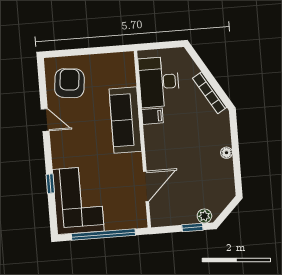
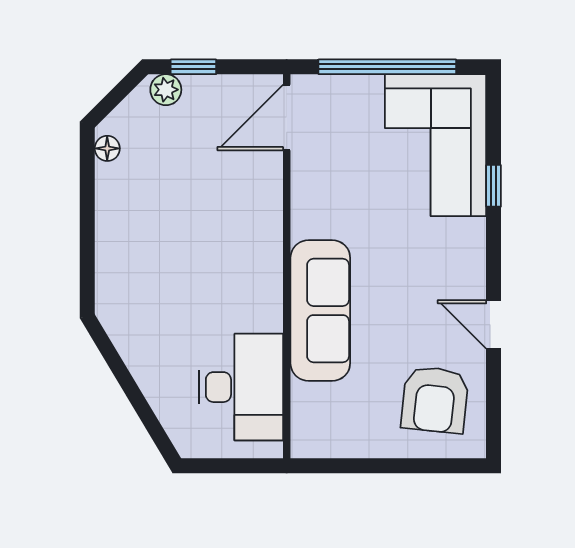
bookcase: (210, 93) -> (133, 355), removed
filing cabinet: (152, 116) -> (261, 314), removed
floor lamp: (226, 153) -> (107, 148), moved
door: (146, 186) -> (287, 117), moved

